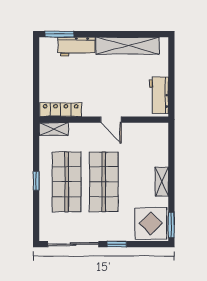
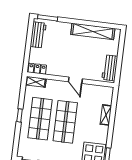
workbench: (76, 47) -> (38, 35), moved, turned -90
locker: (61, 110) -> (37, 69), width x0.66
shelving: (162, 182) -> (106, 115), moved

